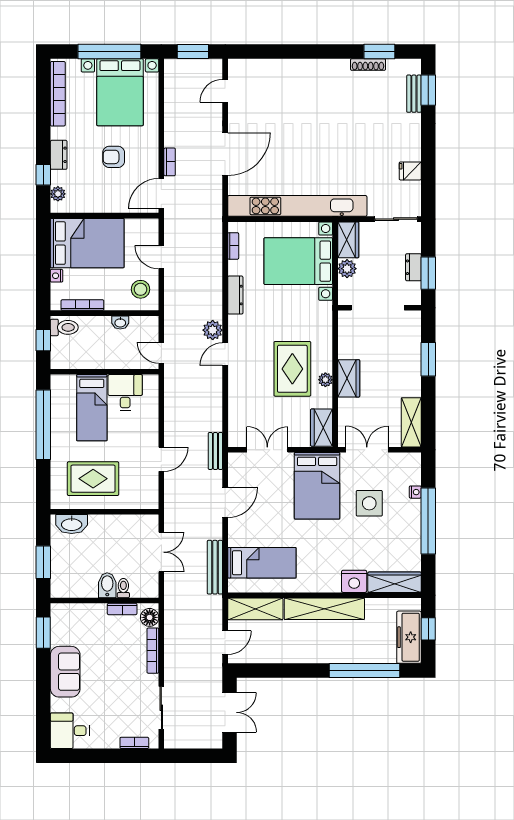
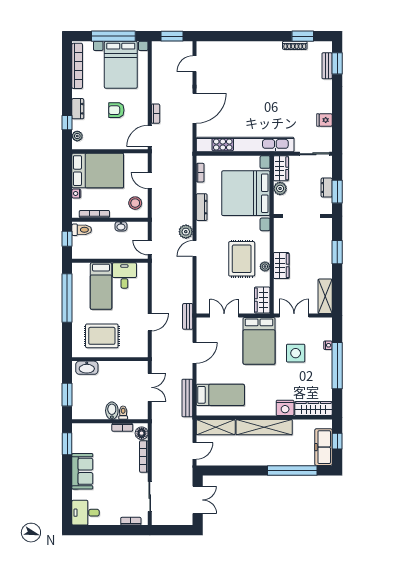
bed with nightstands: (298, 261) -> (246, 193), width x1.36

